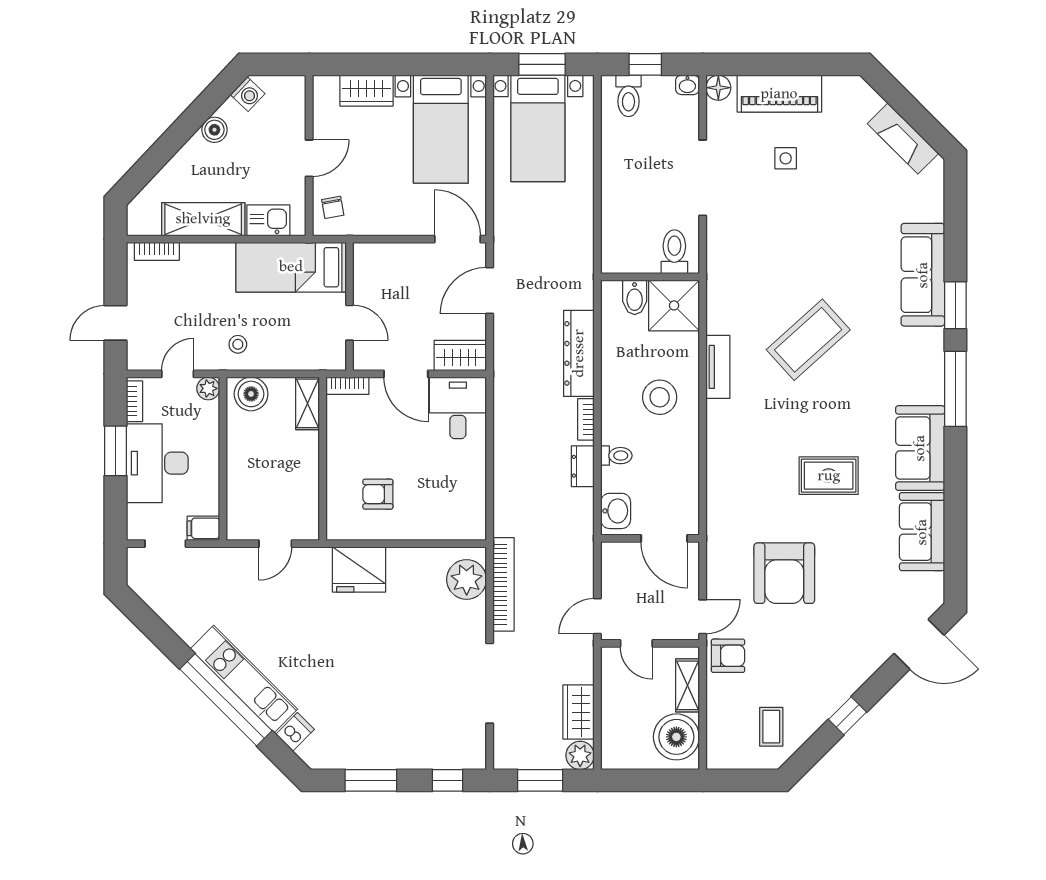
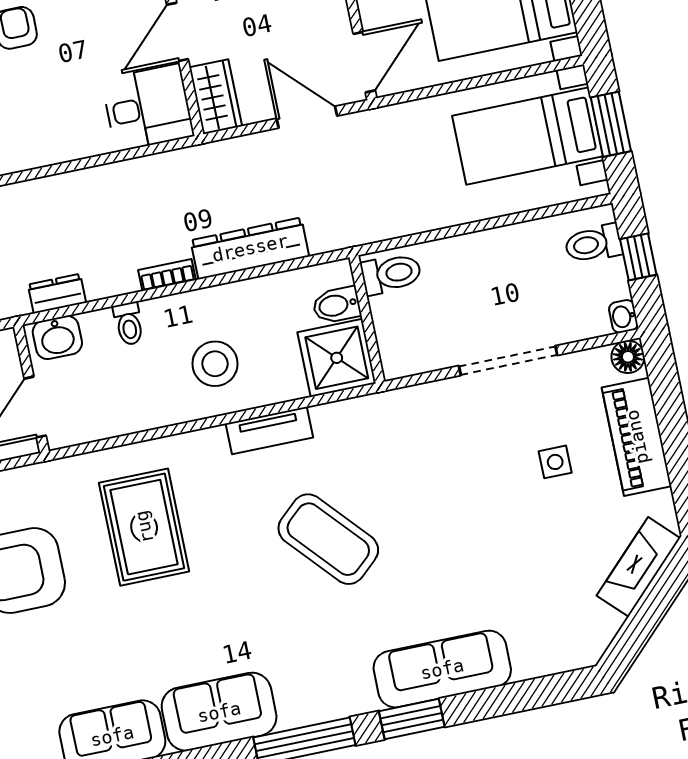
fireplace: (903, 138) -> (638, 567), moved
toilet: (674, 252) -> (391, 274), moved
dresser: (583, 466) -> (57, 294), moved
rug: (829, 476) -> (144, 527), moved, width x1.36, depth x1.43

